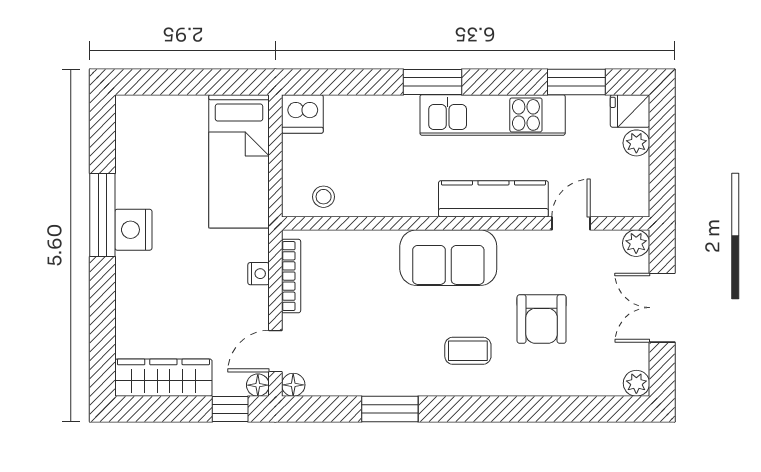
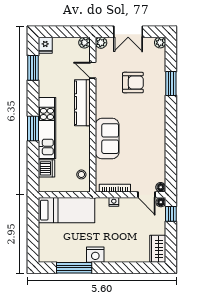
dishwasher: (302, 114) -> (46, 168), moved
kitchen unit: (493, 115) -> (47, 128), moved
plant: (636, 143) -> (84, 43), moved
window: (102, 215) -> (74, 268), moved
sofa: (448, 258) -> (107, 139), moved
coffee table: (468, 351) -> (146, 114), removed
wardrobe: (163, 378) -> (158, 249), width x0.67
window: (390, 409) -> (171, 83), moved

